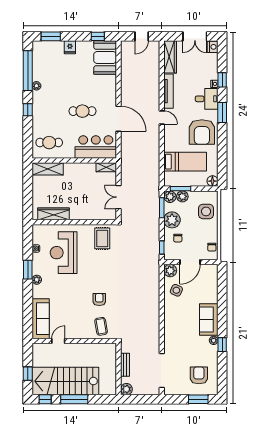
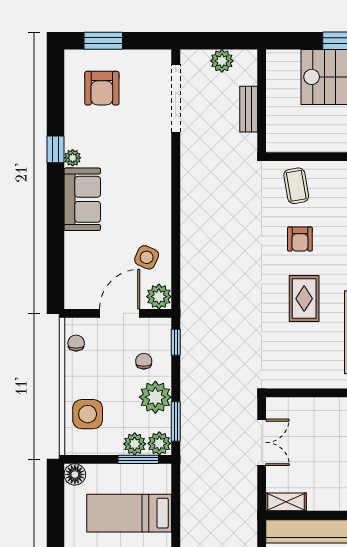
rug: (102, 238) -> (304, 299), moved
plant: (126, 389) -> (222, 61), moved

